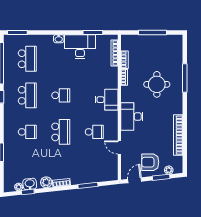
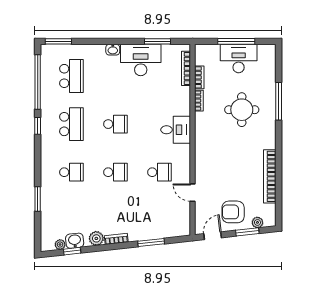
desk: (132, 117) -> (239, 59), moved, turned 90
school desk: (61, 132) -> (115, 172), width x0.54

